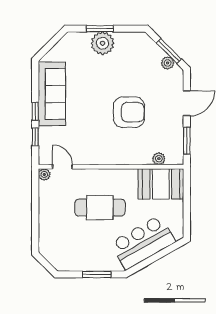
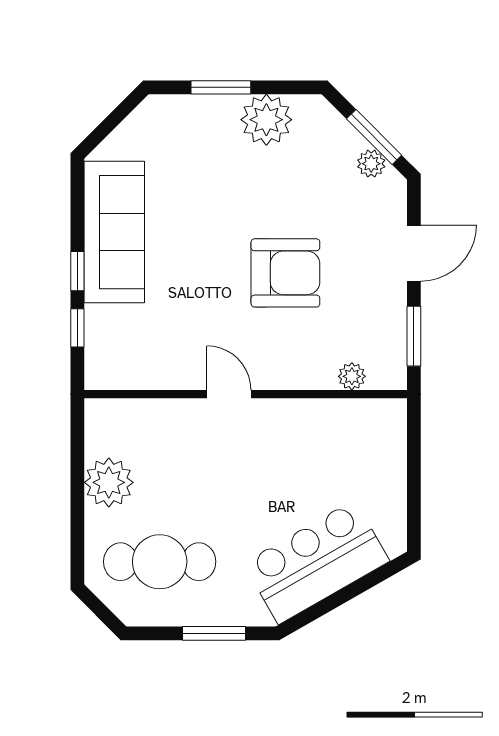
plant: (103, 43) -> (266, 120), moved
door: (62, 167) -> (229, 394), moved
plant: (44, 174) -> (109, 482), moved, width x1.87, depth x1.87
booth: (161, 184) -> (356, 432), removed
cafe table: (100, 208) -> (160, 562), moved

